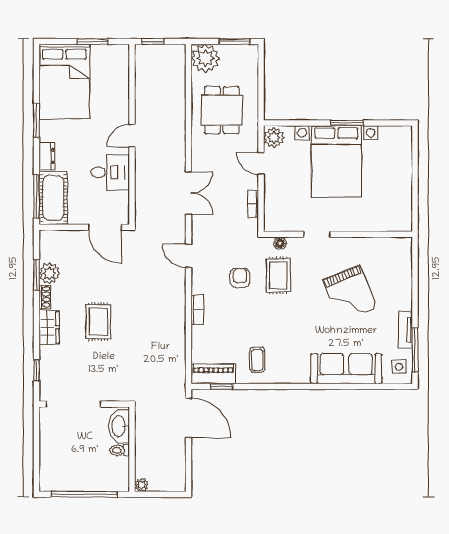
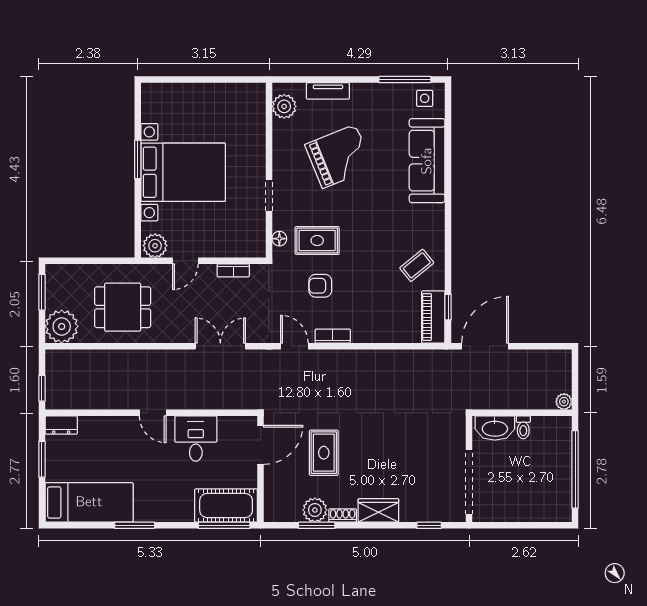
bed: (64, 82) -> (89, 502), width x0.67
dresser: (47, 156) -> (61, 425), moved, turned 180
plant: (392, 247) -> (284, 106), added
door: (189, 256) -> (294, 346), swing flipped
bookcase: (197, 310) -> (333, 336), moved
rug: (98, 322) -> (324, 453), moved, turned 90
tv unit: (405, 330) -> (328, 91), moved
coffee table: (257, 360) -> (417, 265), turned -39

